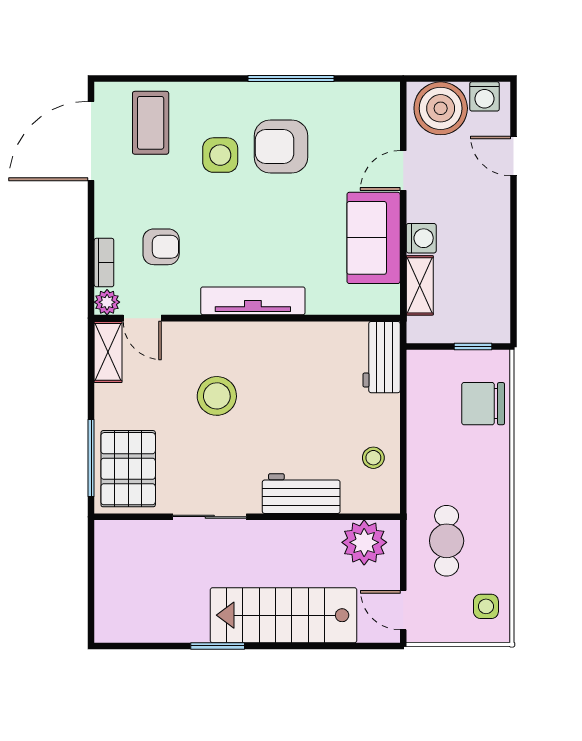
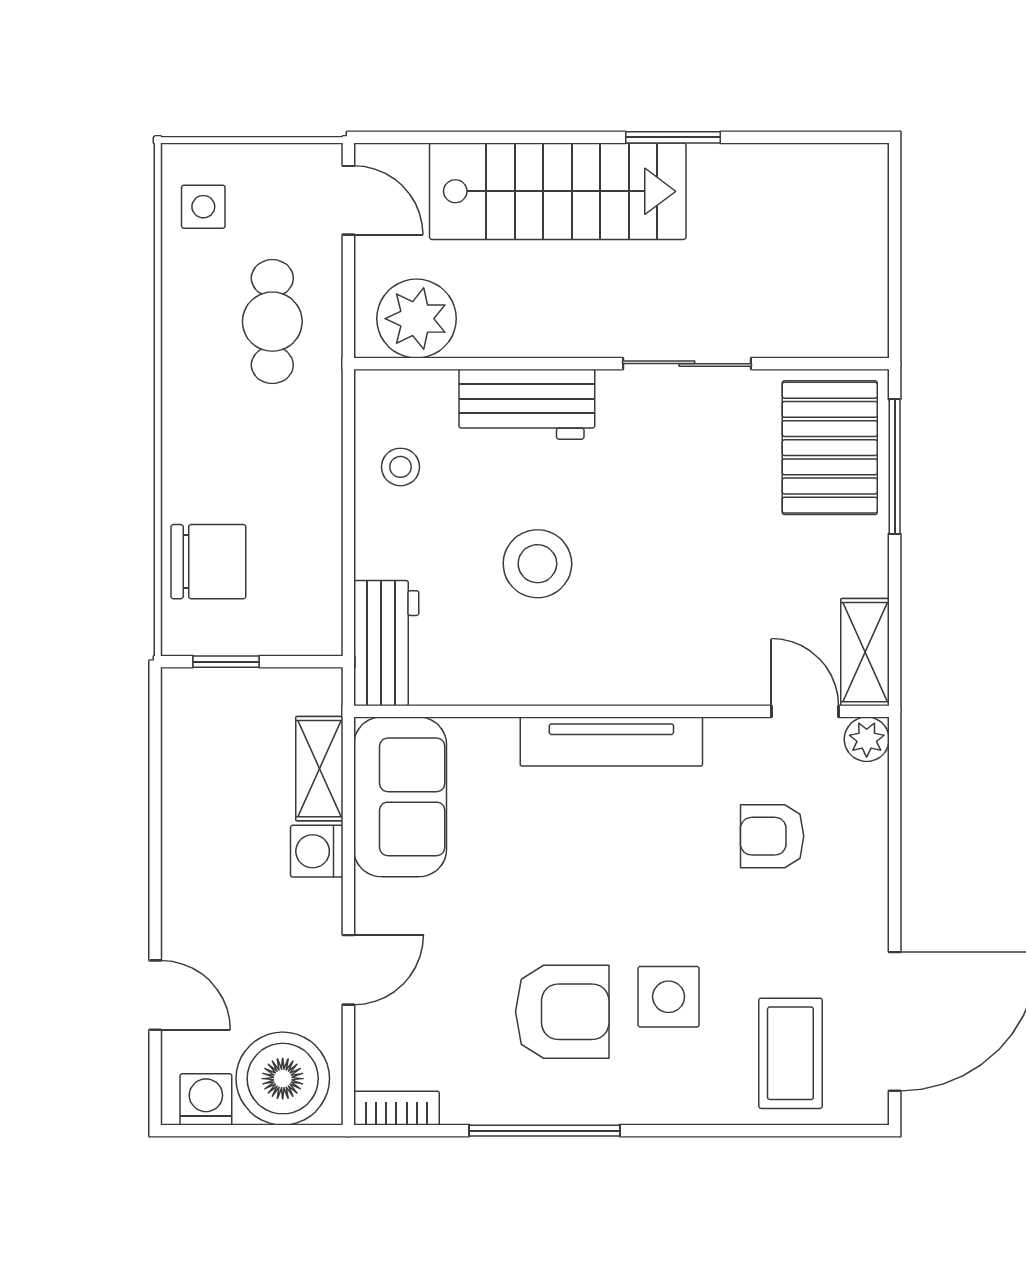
sofa: (374, 238) -> (400, 797), moved
bookcase: (104, 263) -> (396, 1108), moved, turned 90
stool: (217, 396) -> (537, 564), moved

